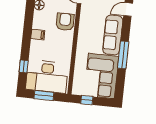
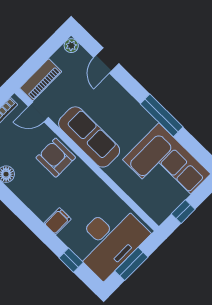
filing cabinet: (38, 34) -> (58, 221), moved
sofa: (113, 35) -> (89, 137), moved, turned 180

